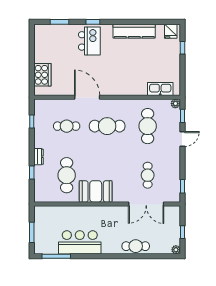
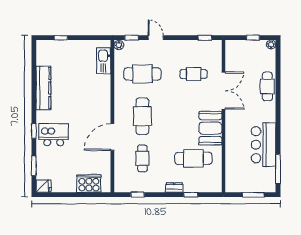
fridge: (171, 31) -> (44, 186), moved
double door: (146, 204) -> (224, 91), moved

